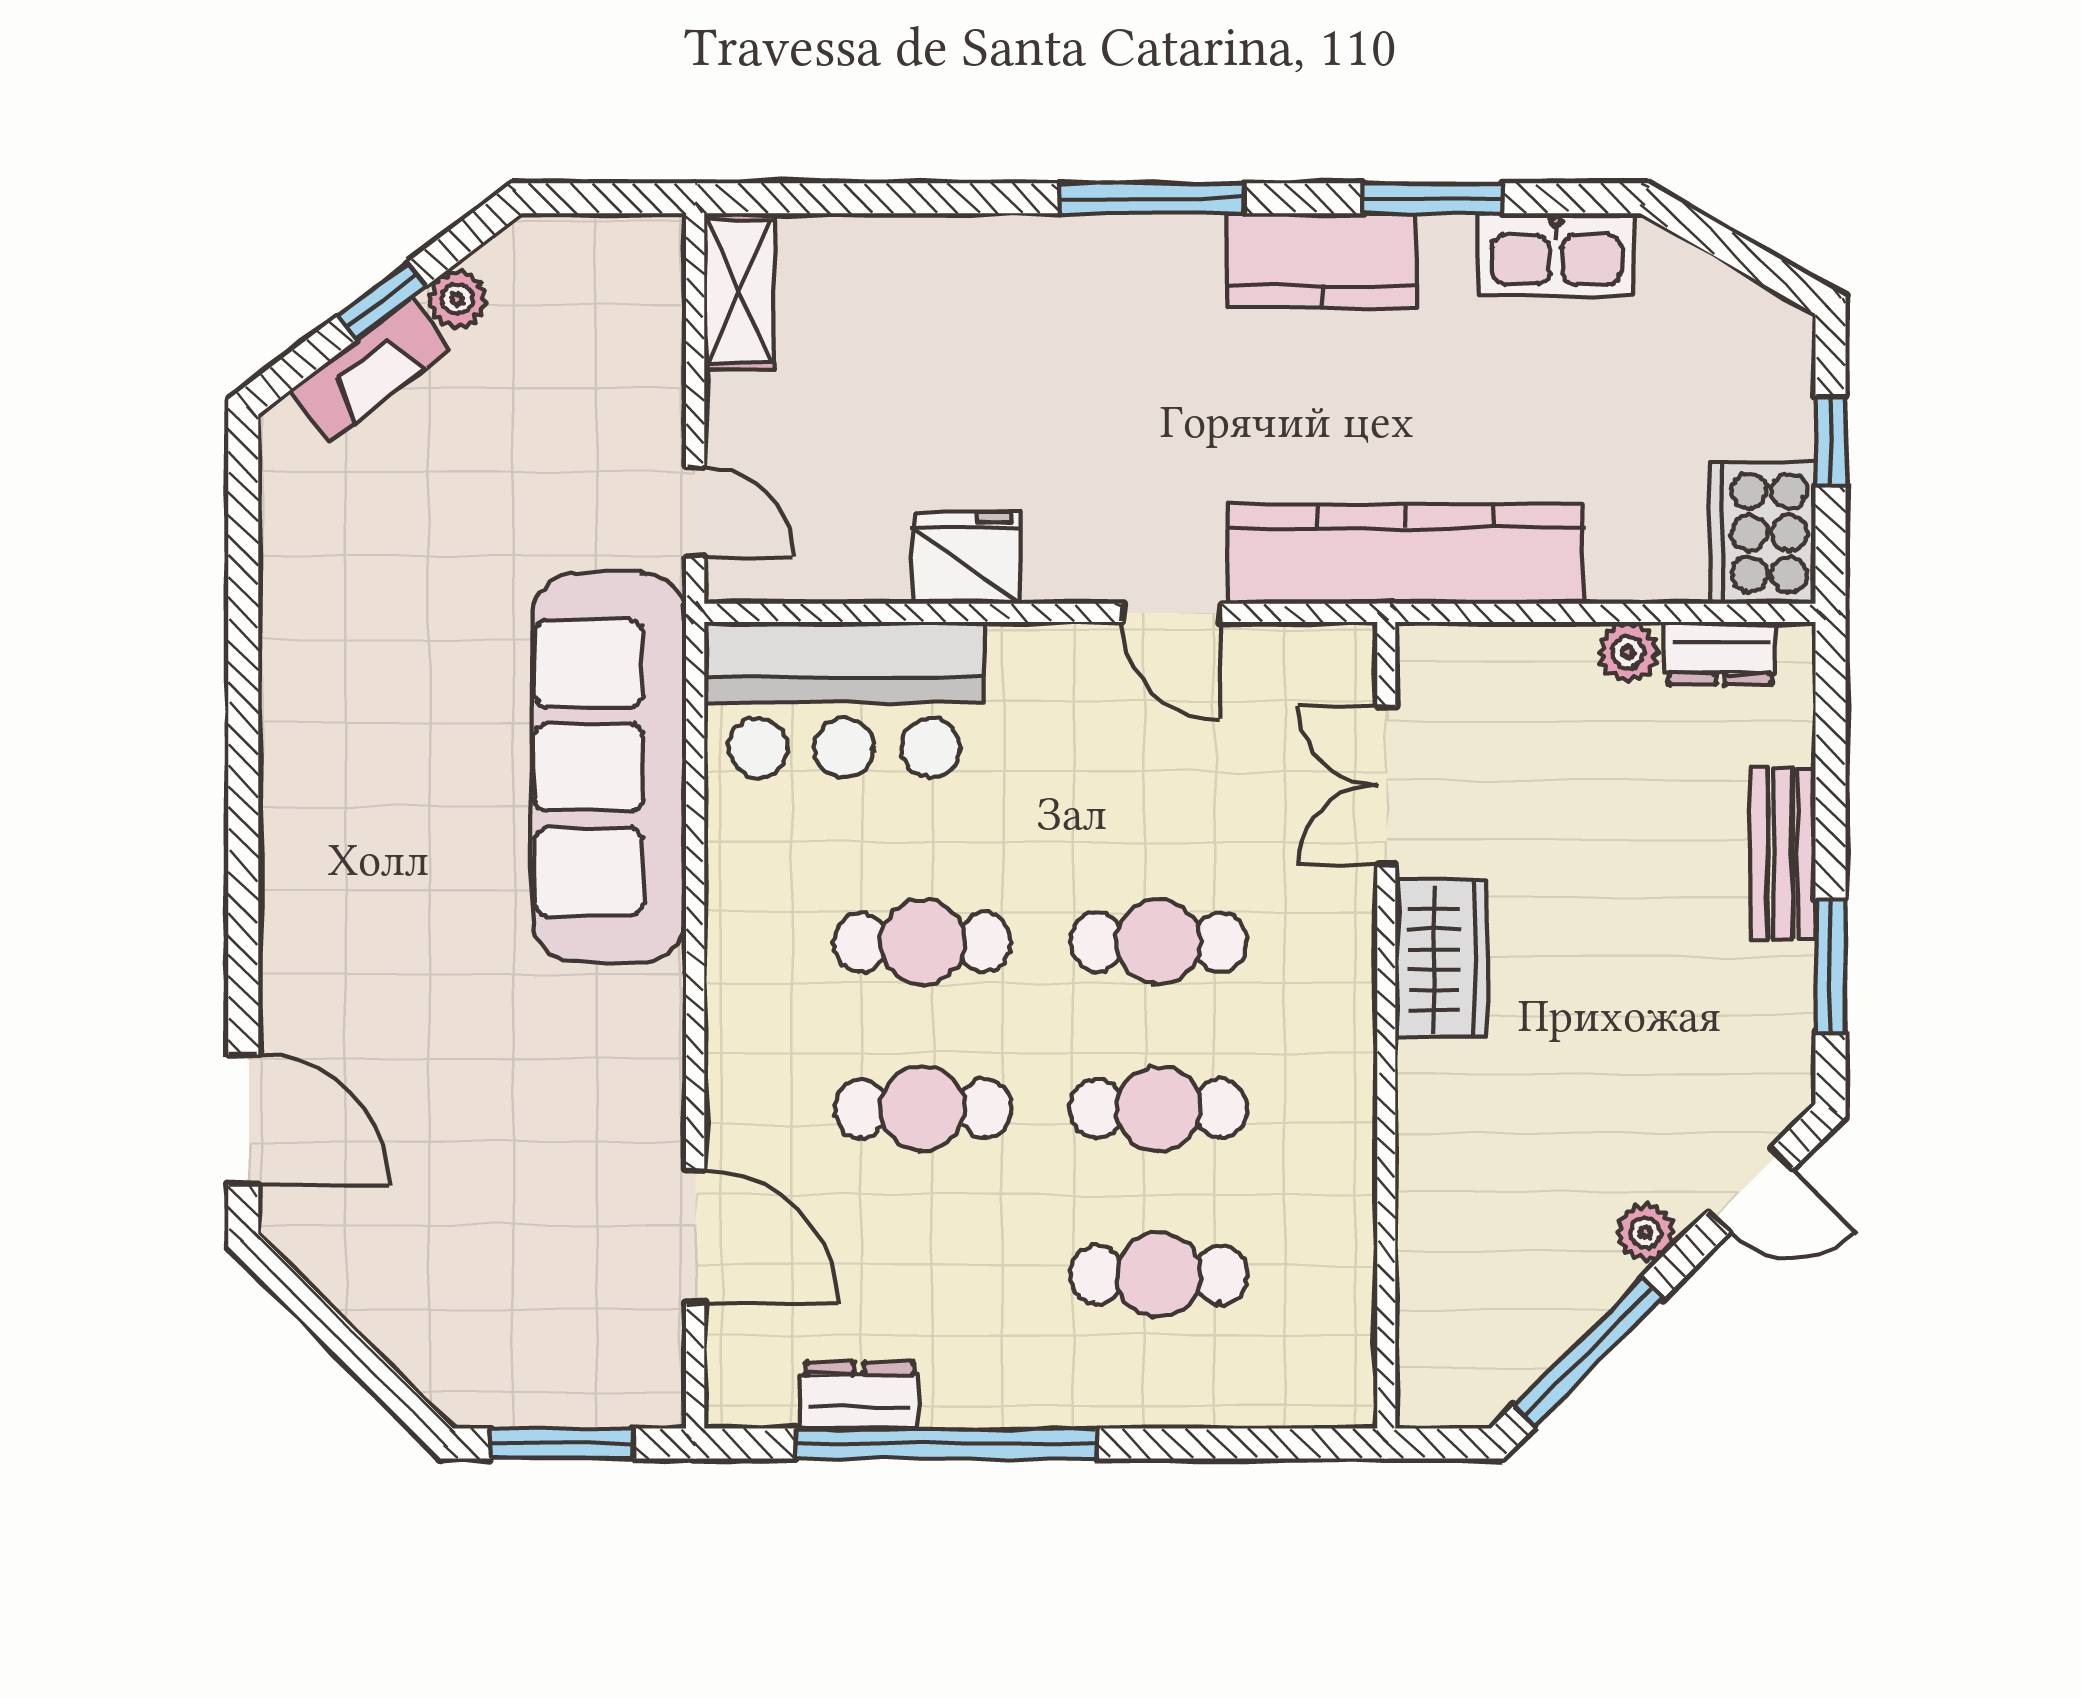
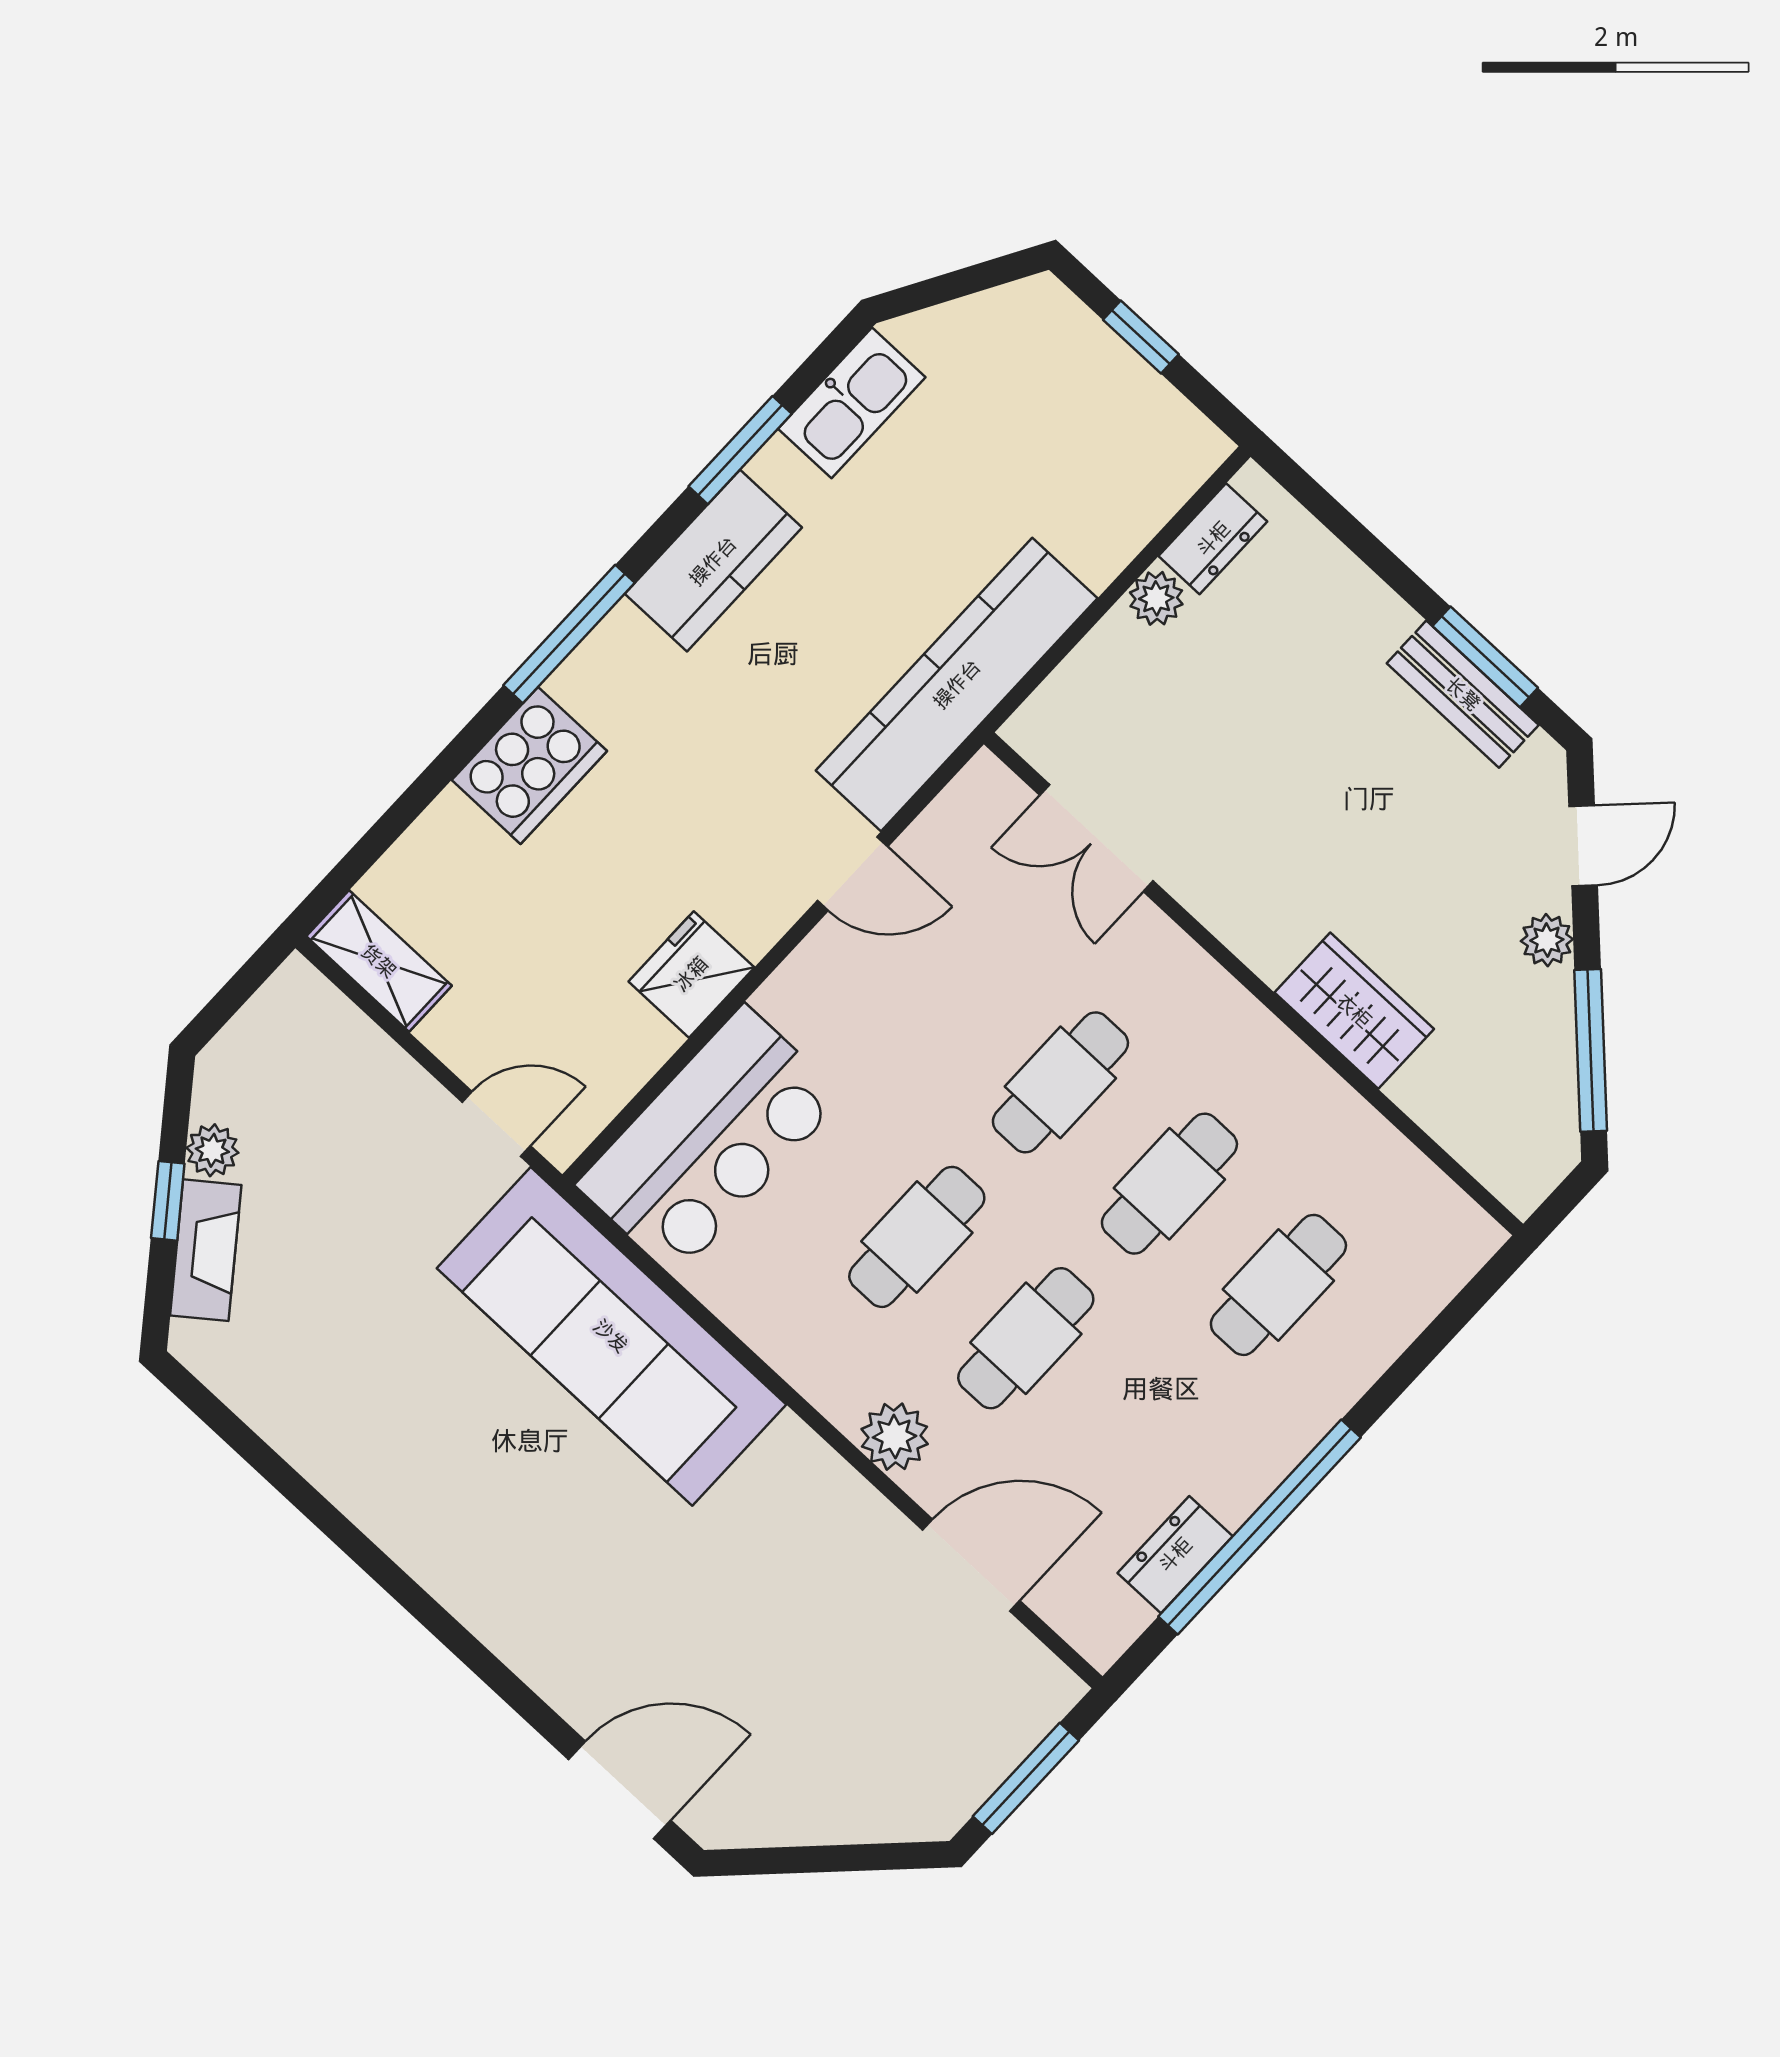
cooker: (1763, 533) -> (529, 765), moved, turned -90
bench: (1783, 853) -> (1463, 694), moved
wardrobe: (1441, 959) -> (1354, 1011), moved
plant: (742, 1076) -> (895, 1437), added

